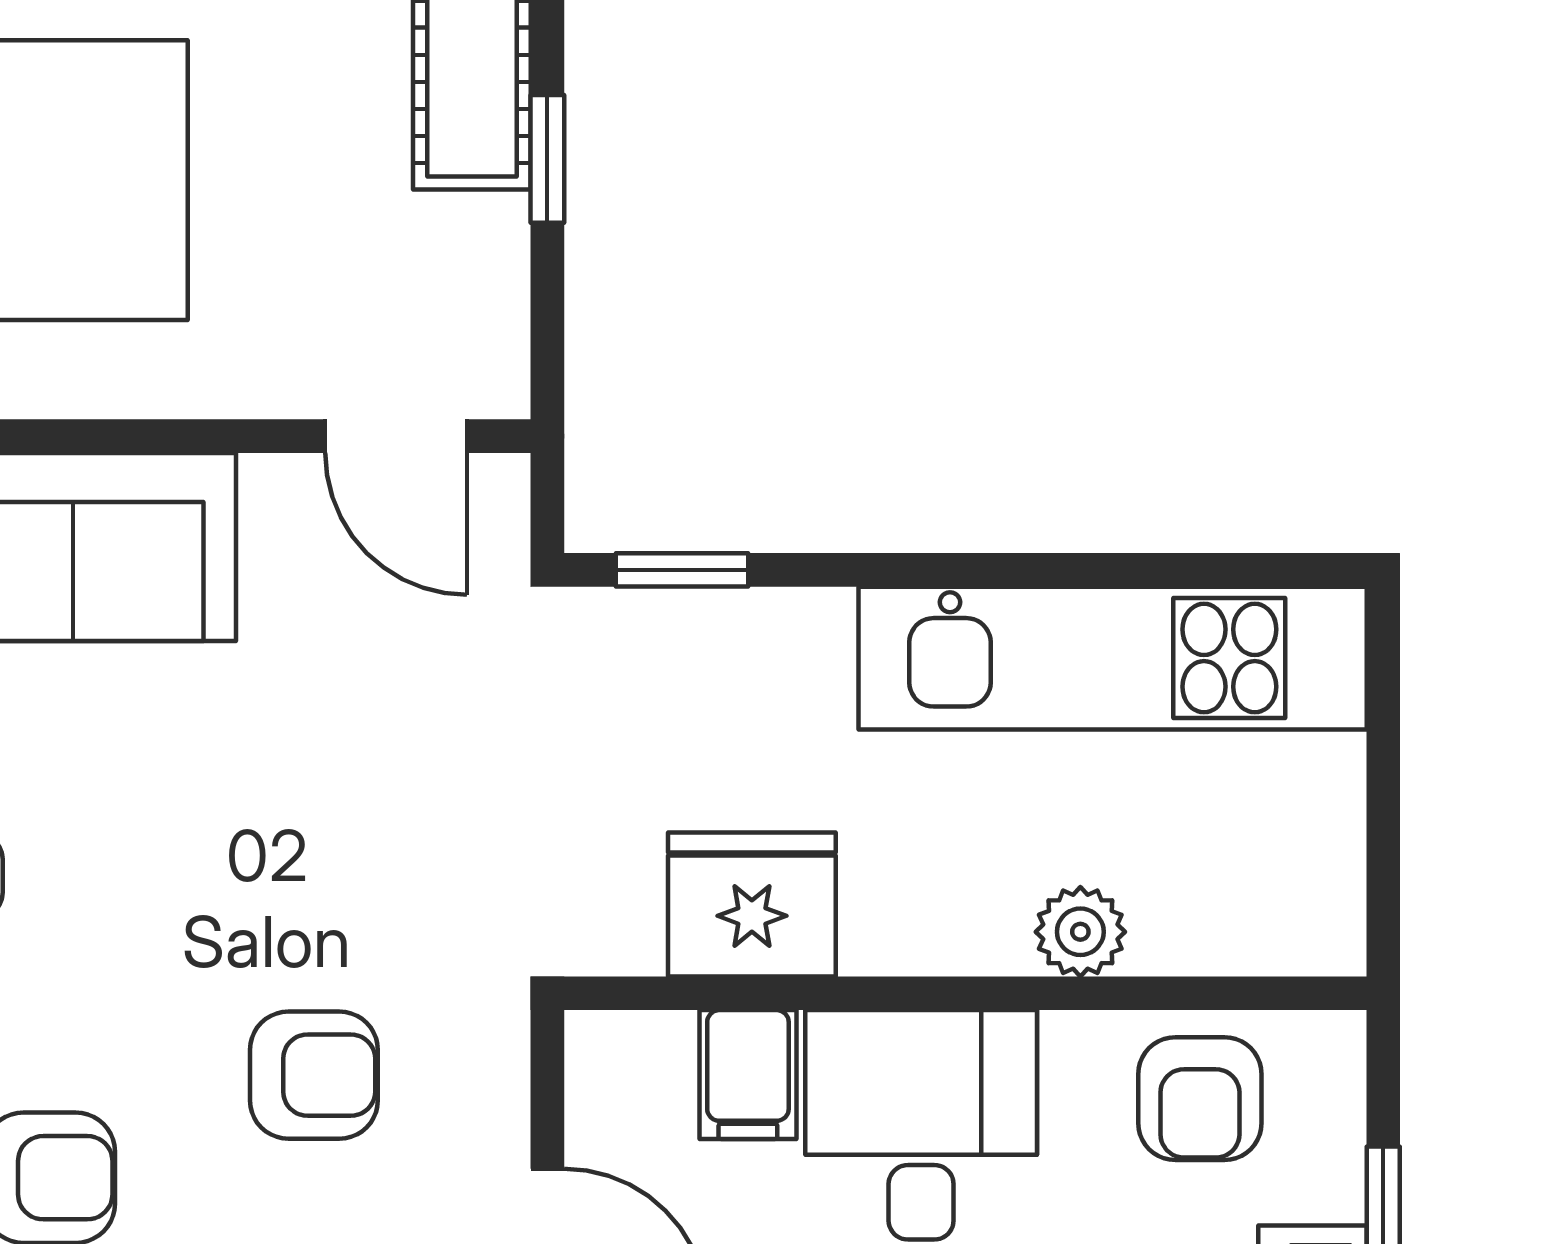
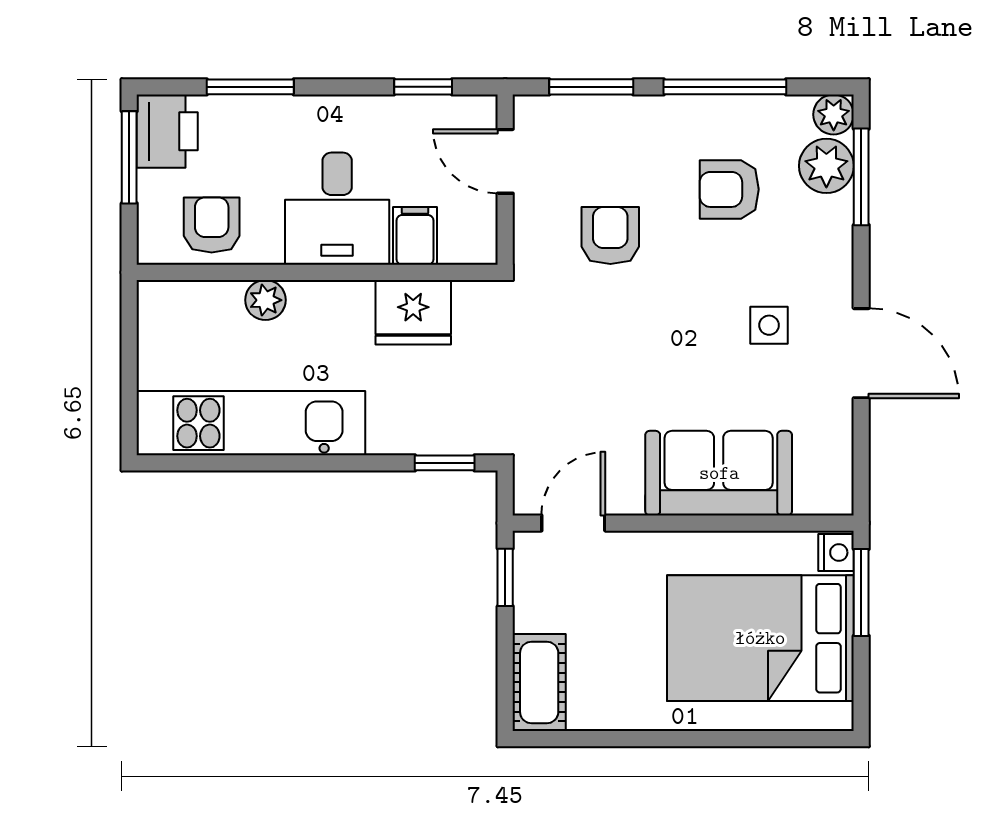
window: (547, 159) -> (505, 577), moved
door: (396, 436) -> (573, 523), hinge flipped
armchair: (314, 1075) -> (610, 236), turned 90

